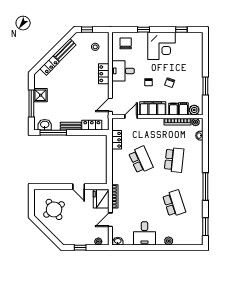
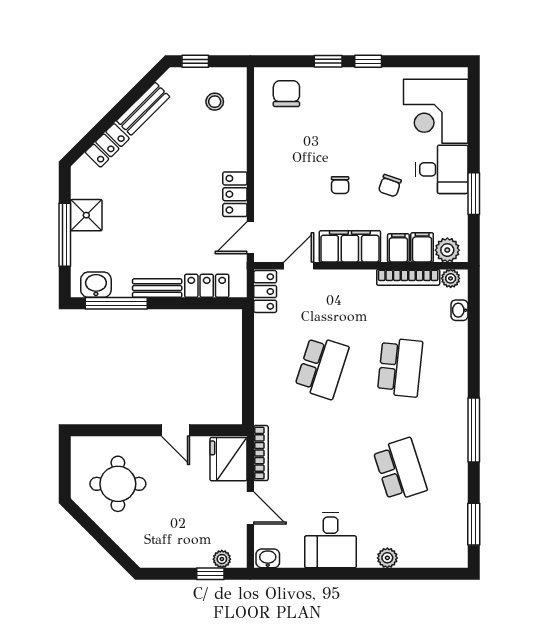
window: (181, 30) -> (368, 61), moved
corner desk: (162, 46) -> (436, 111), moved, turned 90
desk: (123, 71) -> (442, 169), moved, turned 180
locker: (104, 74) -> (235, 194), moved
locker: (117, 140) -> (265, 292), moved
school desk: (141, 160) -> (322, 367), turned 42
round table: (54, 209) -> (118, 484), turned 34
door: (110, 220) -> (250, 508), swing flipped
window: (80, 248) -> (210, 574), moved

